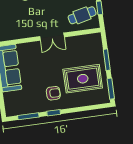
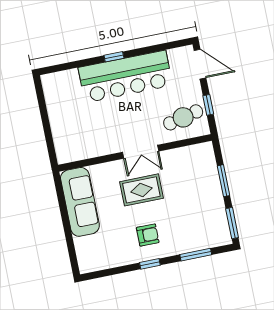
rug: (83, 79) -> (141, 190), moved, width x0.73, depth x0.70
window: (28, 116) -> (196, 255), moved

